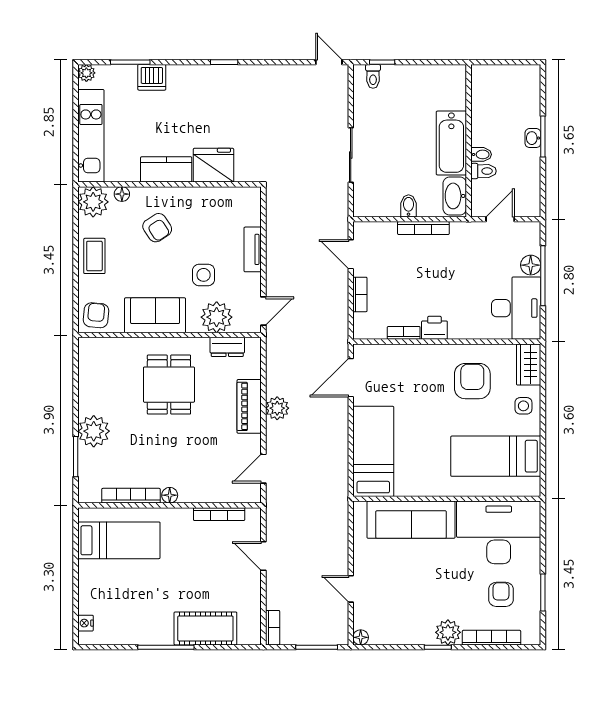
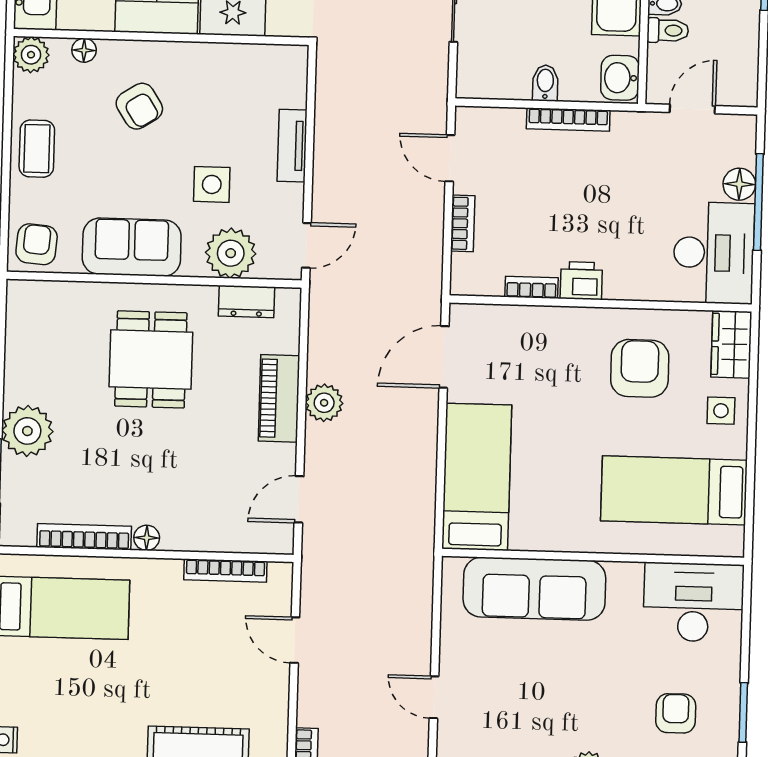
washbasin: (455, 196) -> (620, 78), width x0.72
plant: (93, 202) -> (31, 55), width x0.73, depth x0.73
desk: (499, 532) -> (693, 602), width x0.73, depth x0.77

